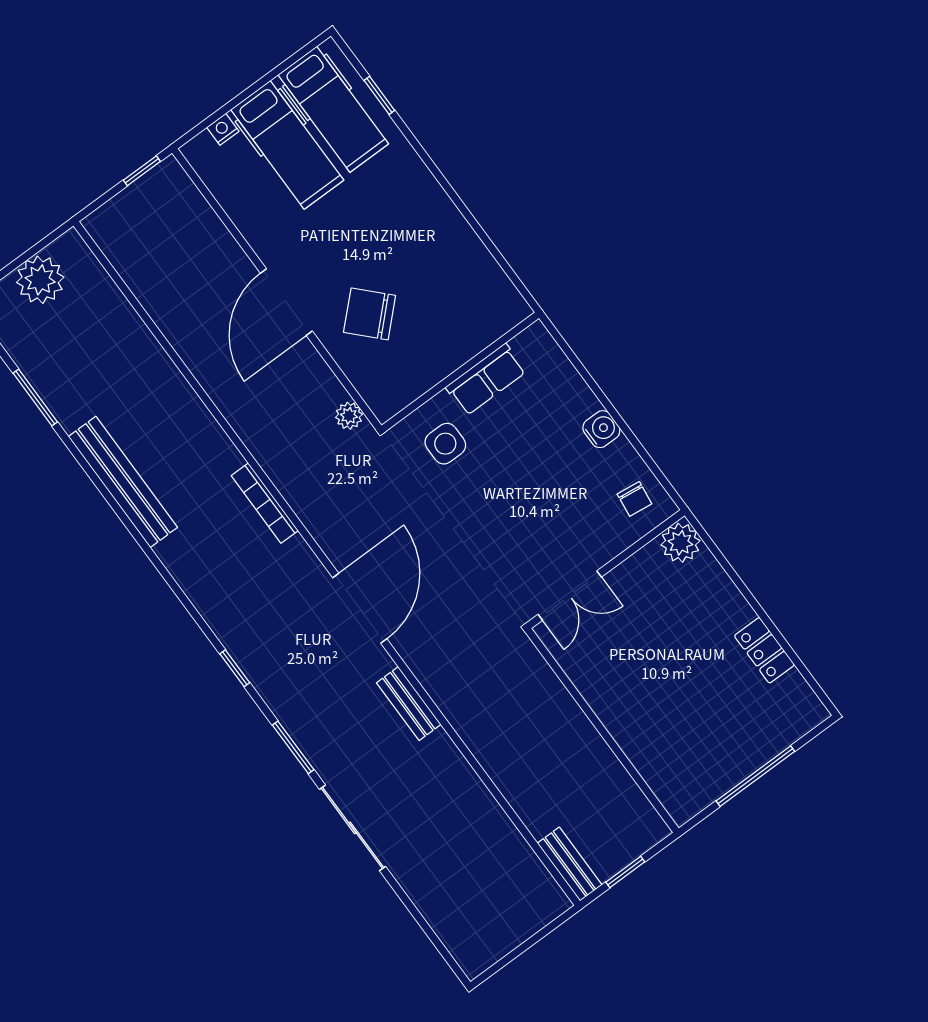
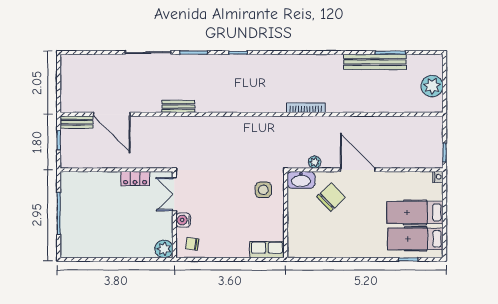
nightstand: (223, 129) -> (438, 177), moved
row of seats: (486, 379) -> (267, 250), moved, turned 90
washbasin: (378, 390) -> (301, 180), added
plant: (349, 416) -> (315, 162), moved
water cooler: (601, 429) -> (183, 220), moved, turned 90
bench: (123, 482) -> (375, 62), moved
bookcase: (265, 503) -> (306, 108), moved
door: (360, 608) -> (112, 114), moved
locker: (764, 650) -> (135, 179), moved, turned 180

